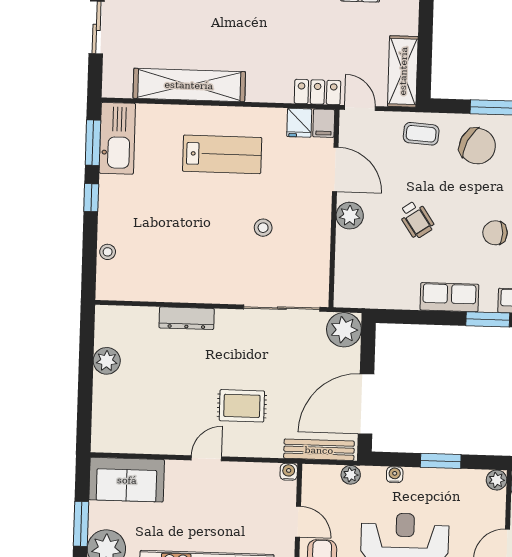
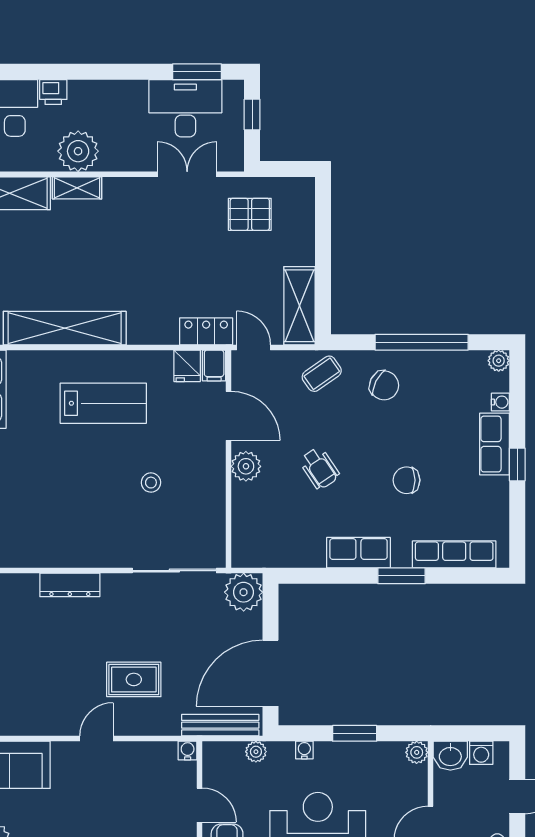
coffee table: (421, 134) -> (322, 374), turned -39
chair: (477, 146) -> (384, 385), width x0.73, depth x0.73

